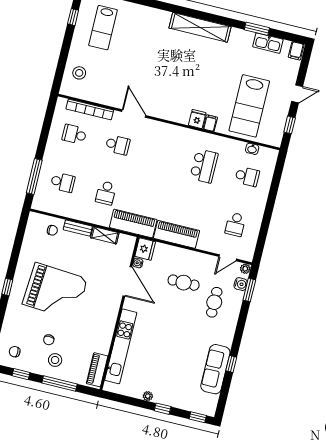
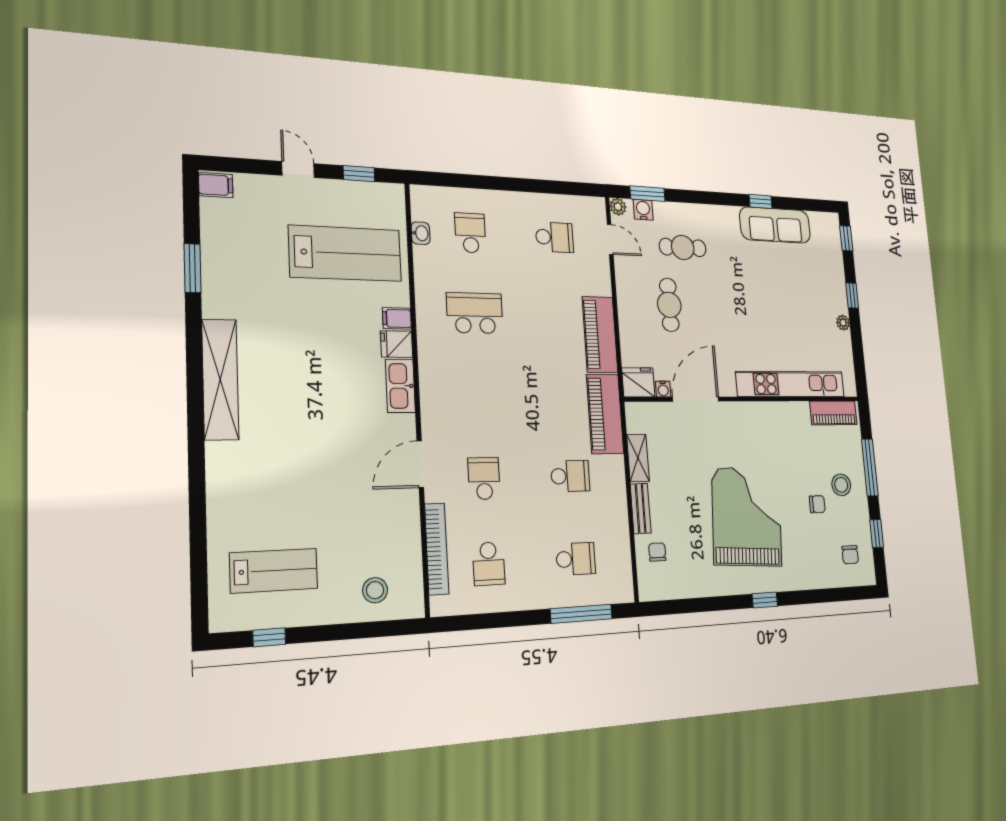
kitchen sink: (268, 43) -> (400, 386), moved, turned 180
school desk: (63, 182) -> (576, 559), turned 90

